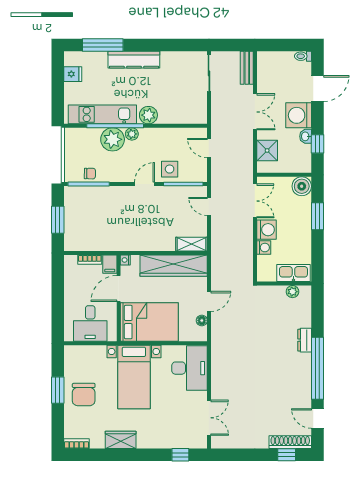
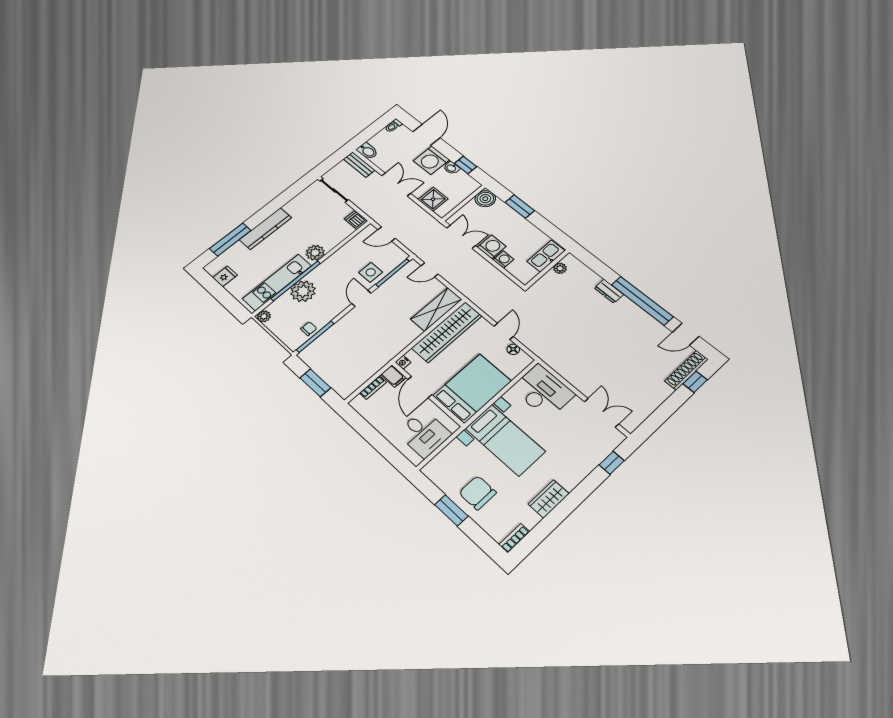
bidet: (264, 61) -> (367, 151), added
dishwasher: (200, 115) -> (356, 220), added
plant: (132, 134) -> (264, 316), moved
shelving: (191, 244) -> (436, 309), width x1.50, depth x1.33
chair: (84, 395) -> (478, 493), turned 180

